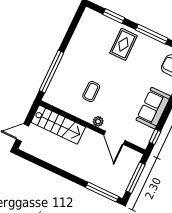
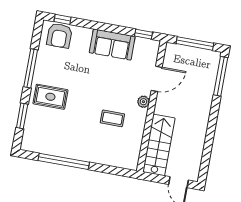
window: (52, 72) -> (64, 161), moved

